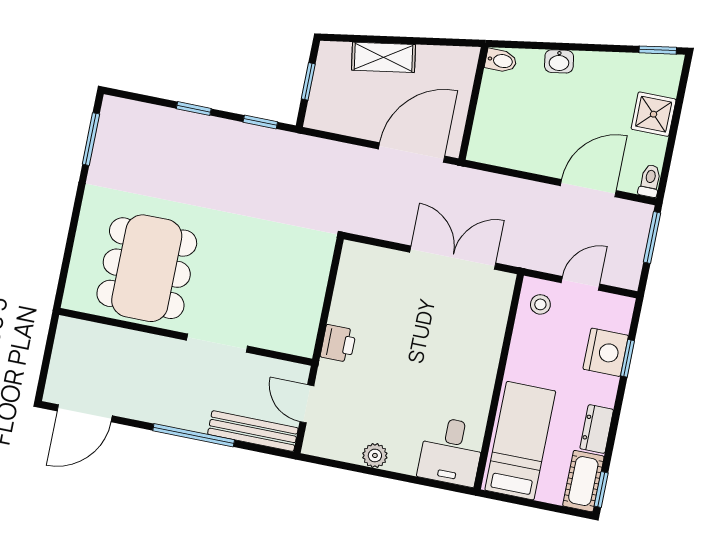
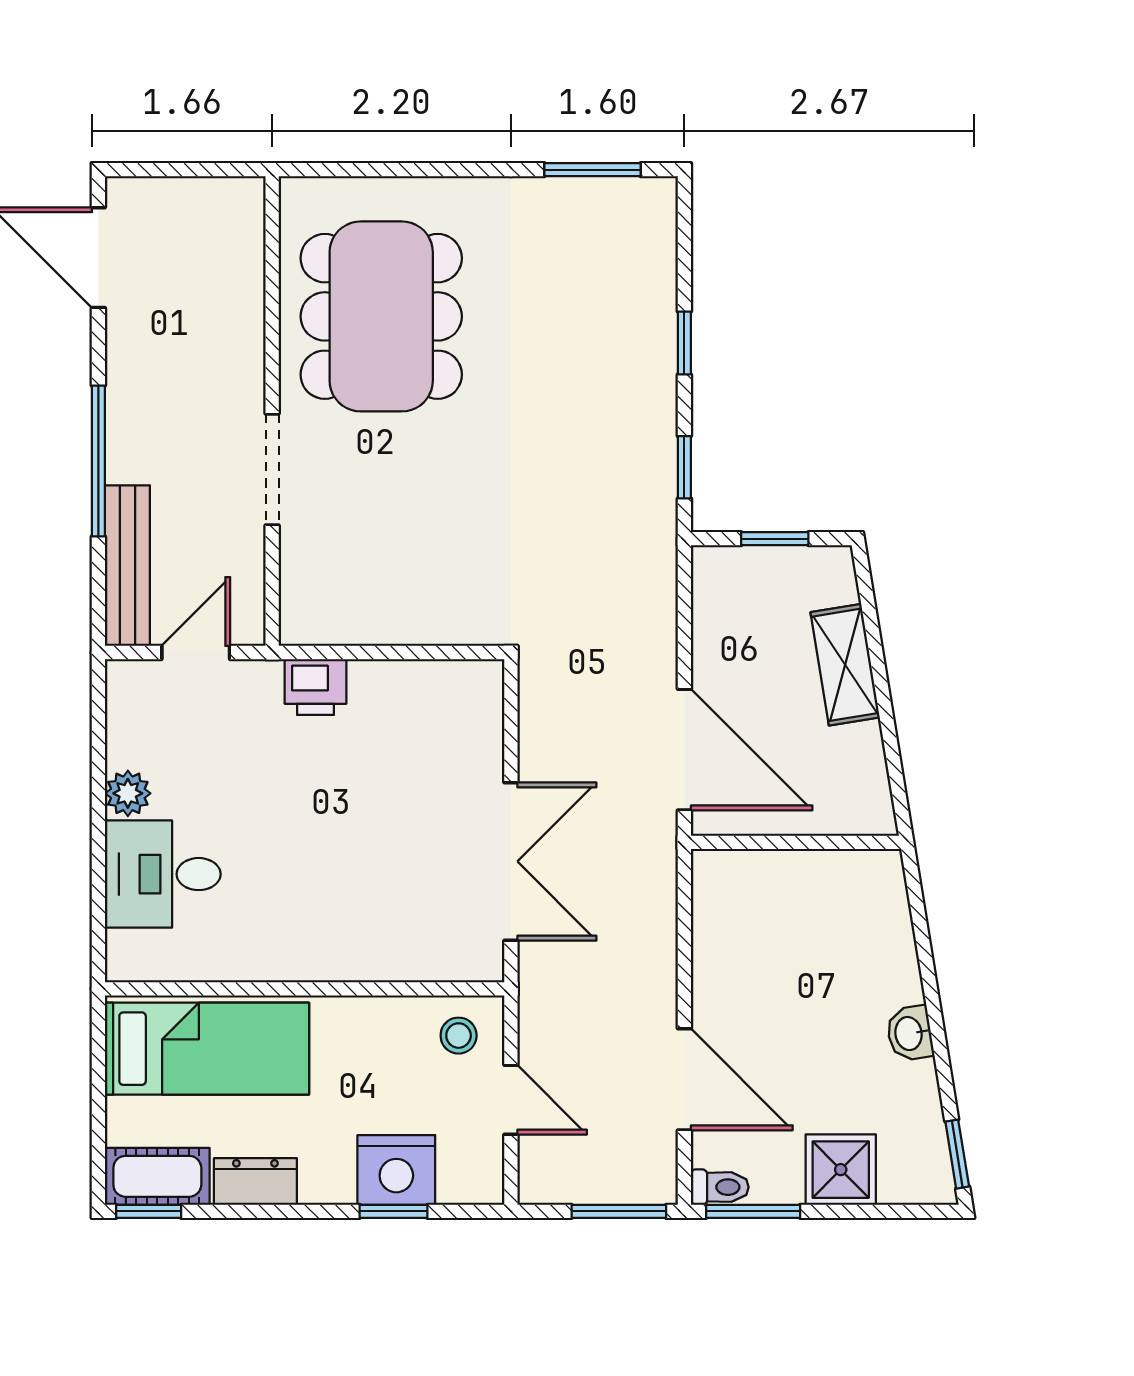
bidet: (501, 61) -> (881, 876), removed
washbasin: (559, 61) -> (910, 1033), moved
window: (666, 166) -> (753, 1211), added
dining table: (147, 268) -> (381, 316), turned 90
desk: (451, 451) -> (163, 874), moved

